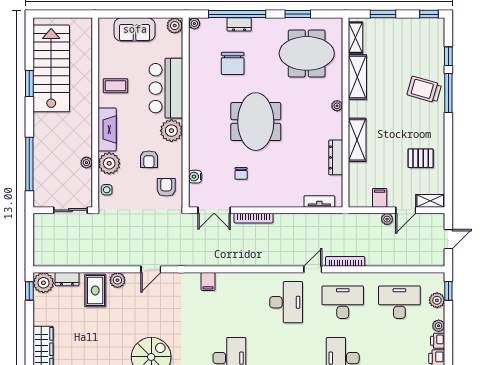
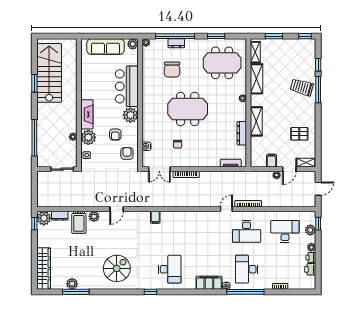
sofa: (135, 29) -> (106, 47), width x1.36
coffee table: (115, 86) -> (93, 85), removed
meeting table: (256, 122) -> (188, 109), turned 90
desk: (286, 302) -> (208, 231), removed
desk: (343, 302) -> (247, 231), turned 180

